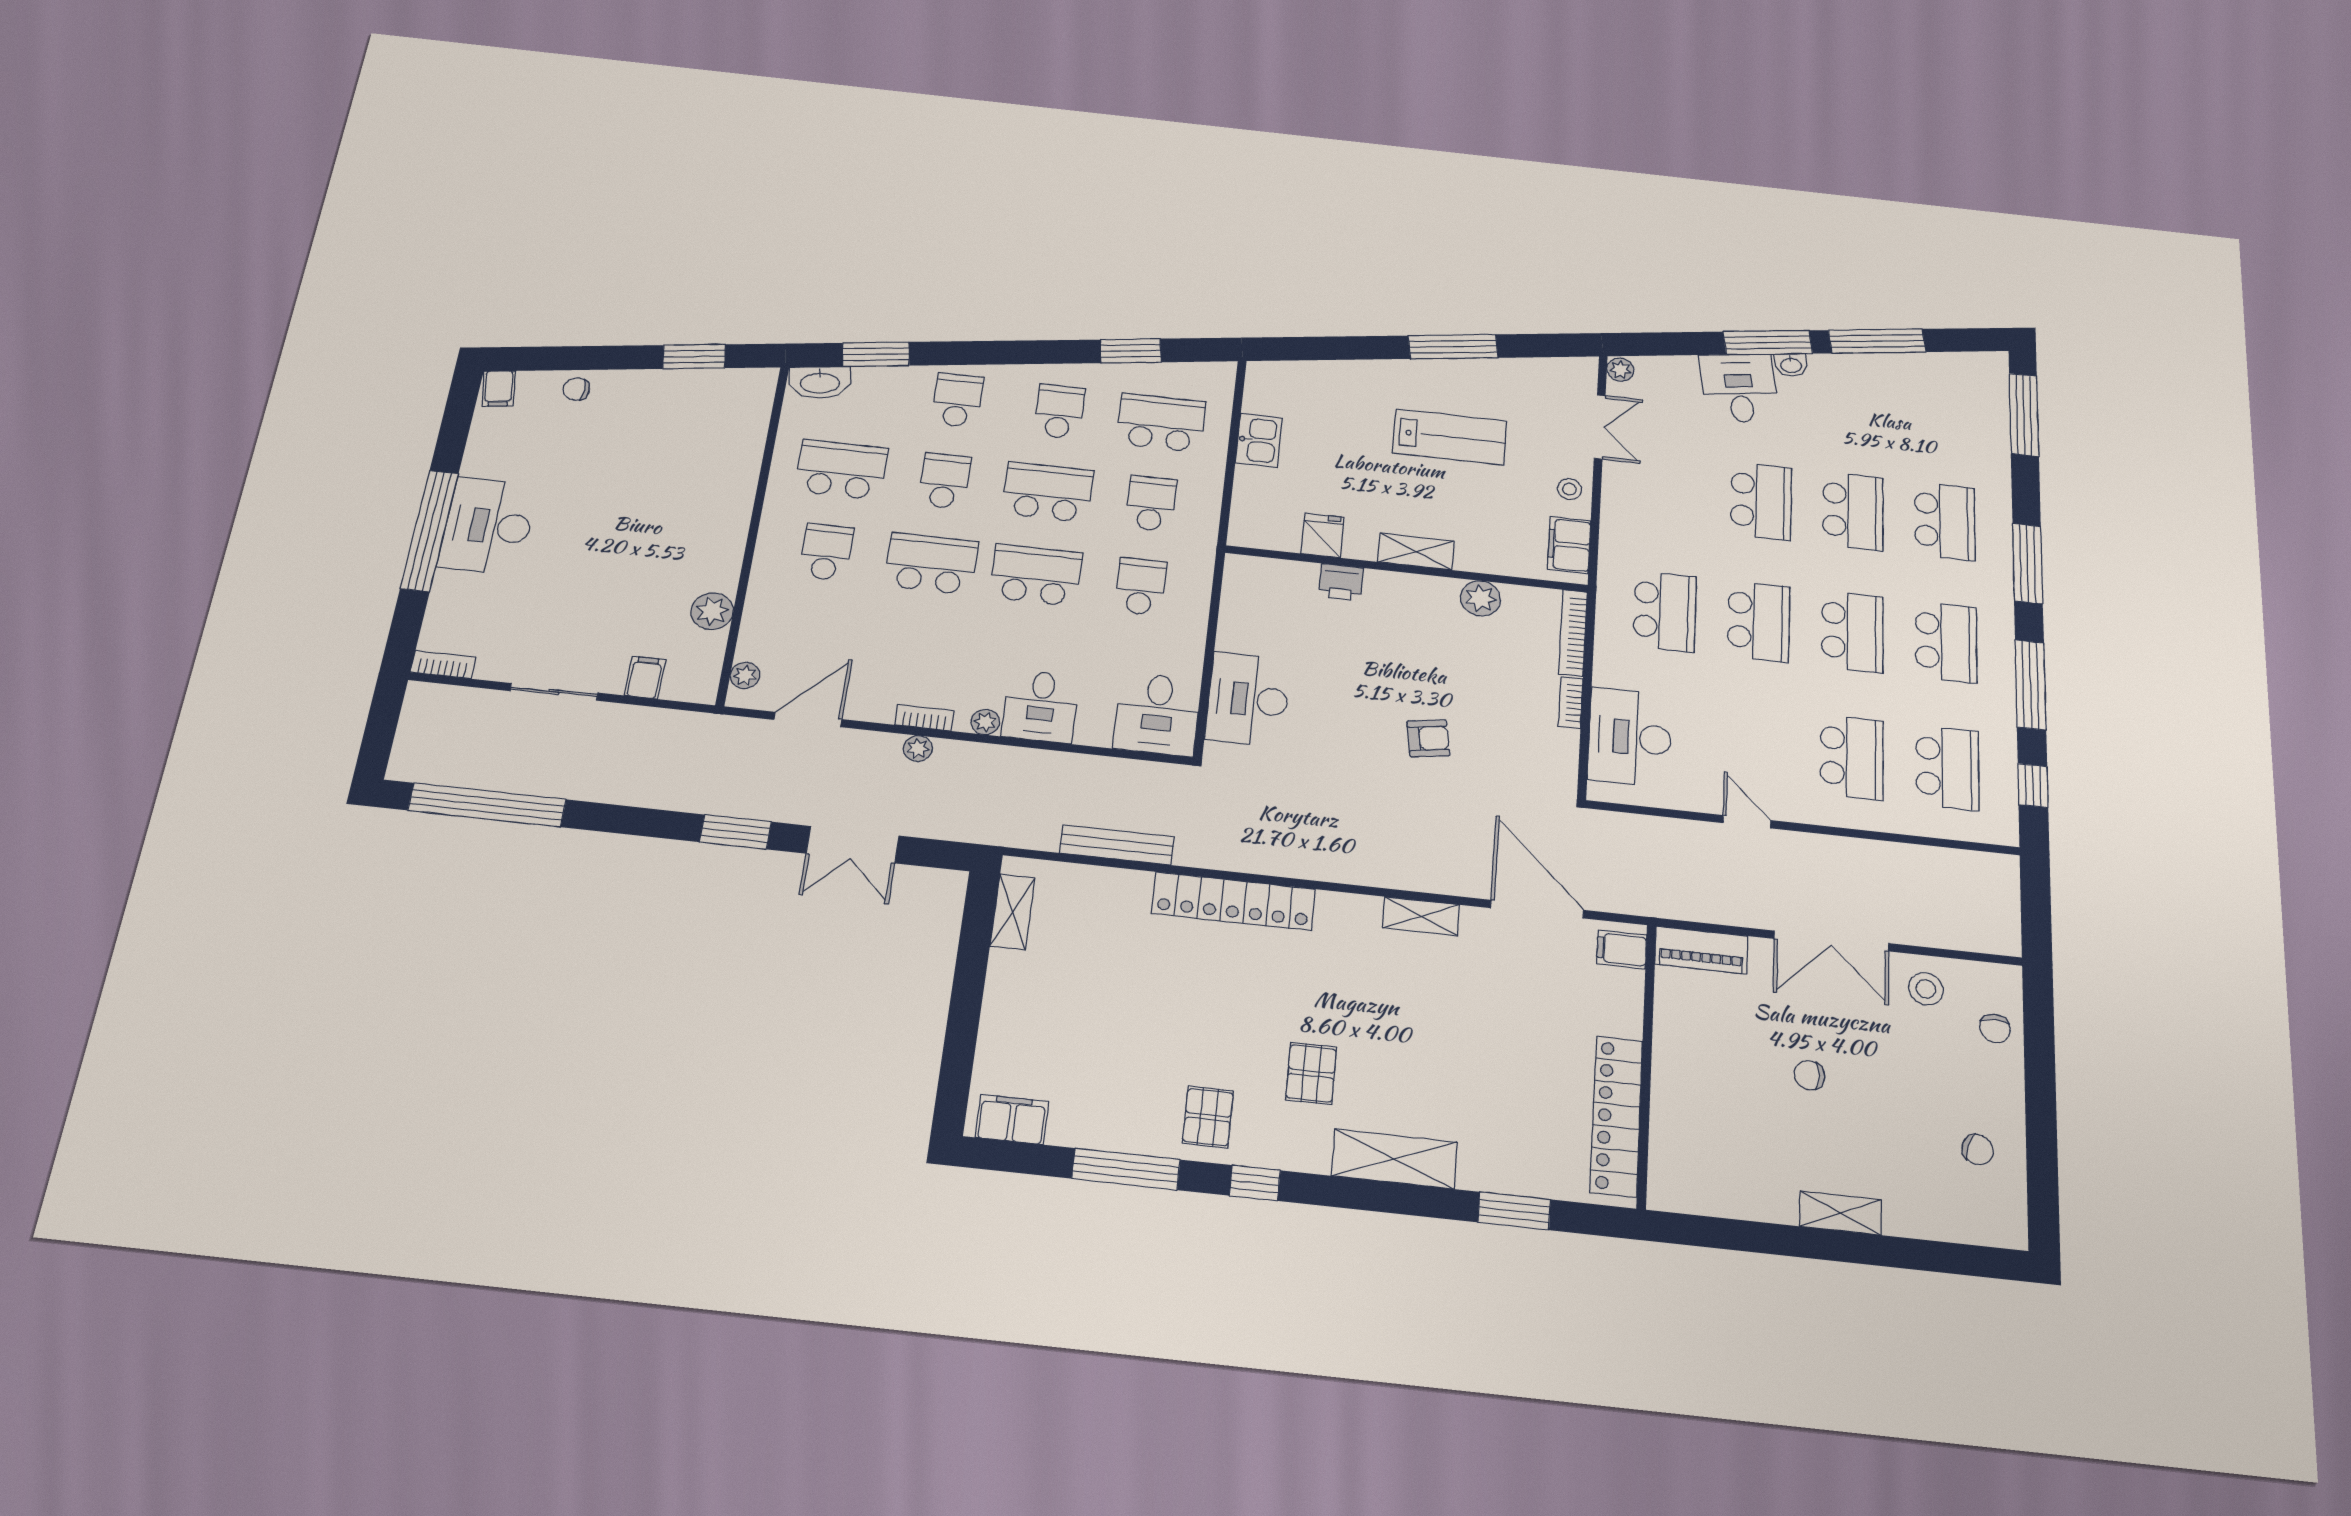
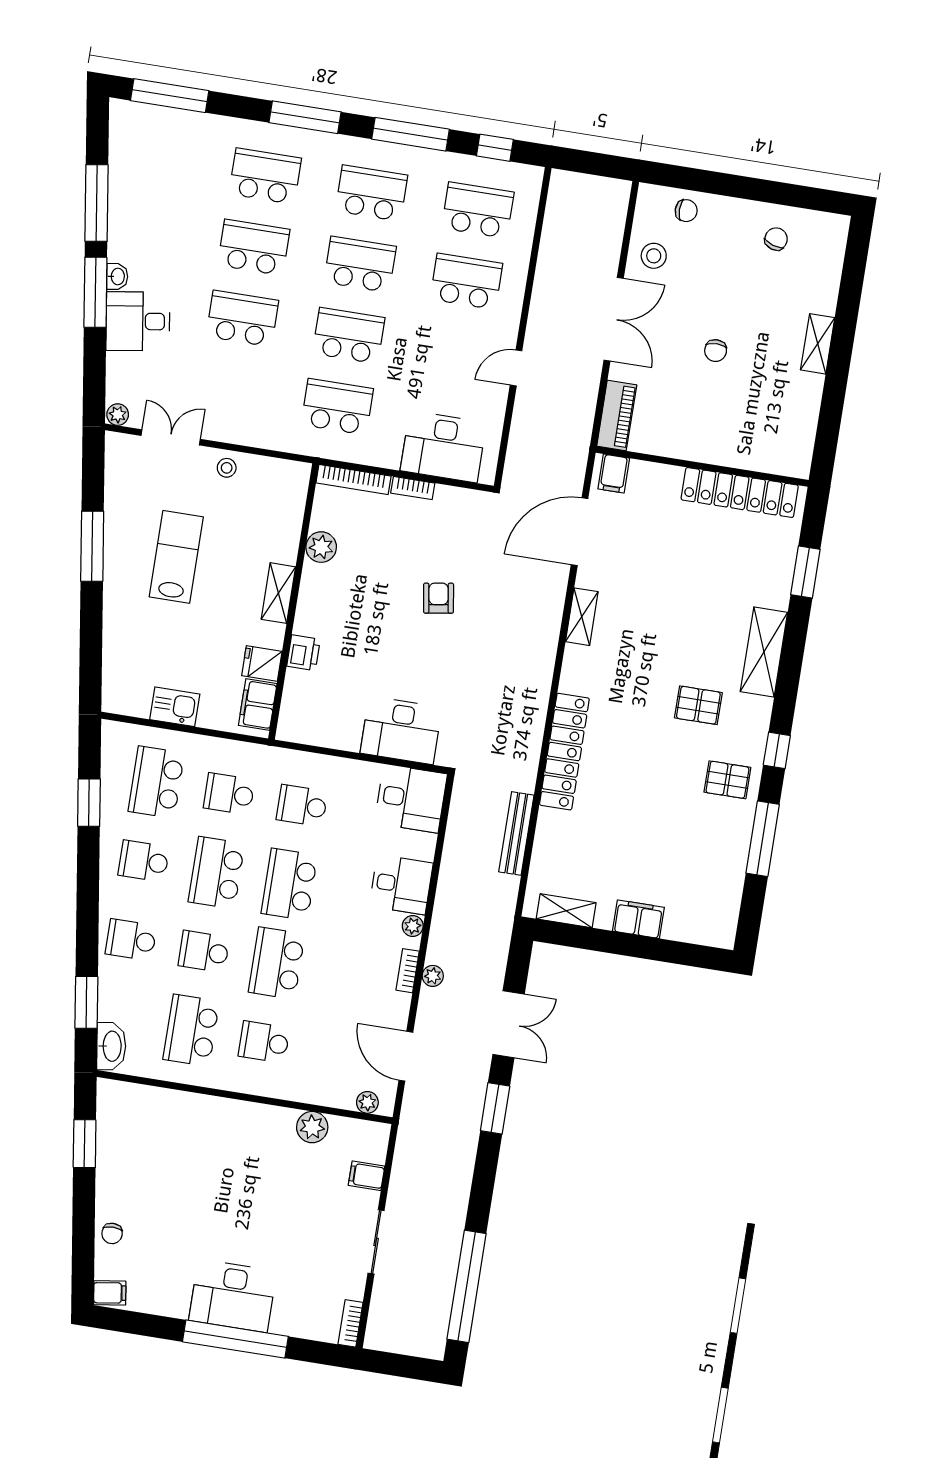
filing cabinet: (1569, 545) -> (258, 705), moved, turned 90
filing cabinet: (1012, 1119) -> (638, 919), moved, turned 90

